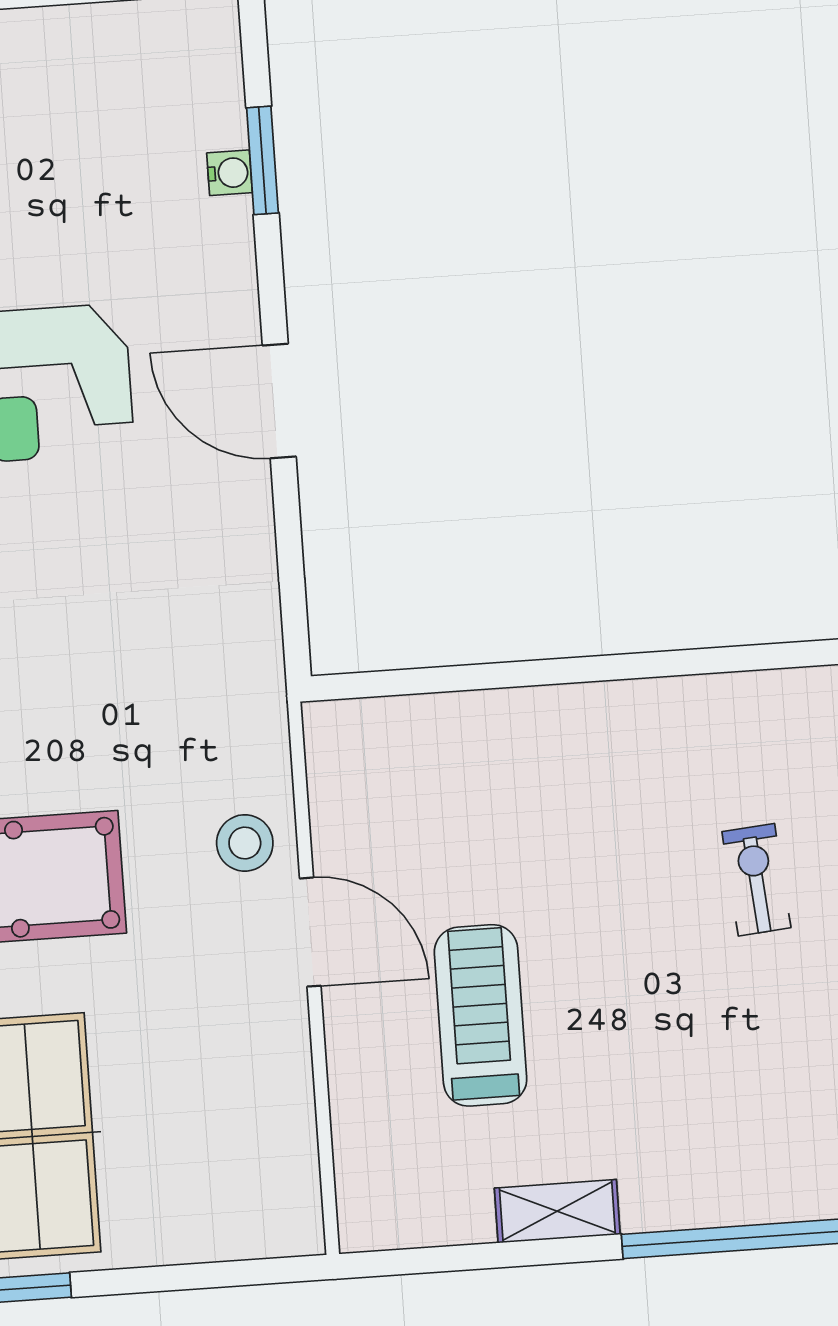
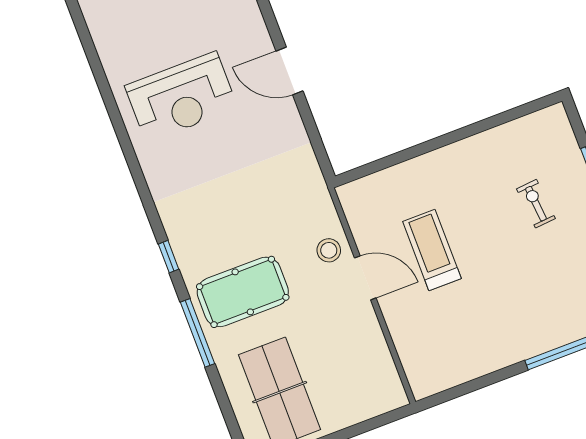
treadmill: (481, 1015) -> (432, 250), moved
shelving: (557, 1211) -> (497, 359), removed

